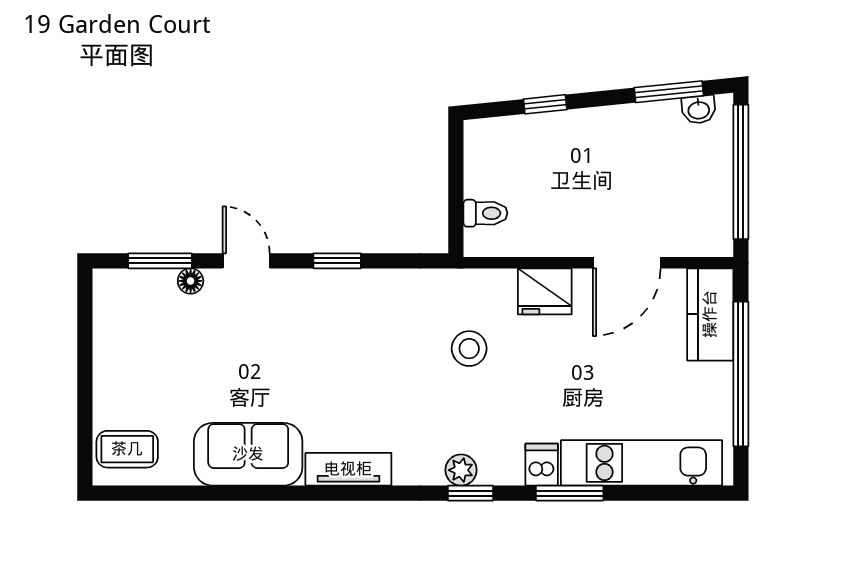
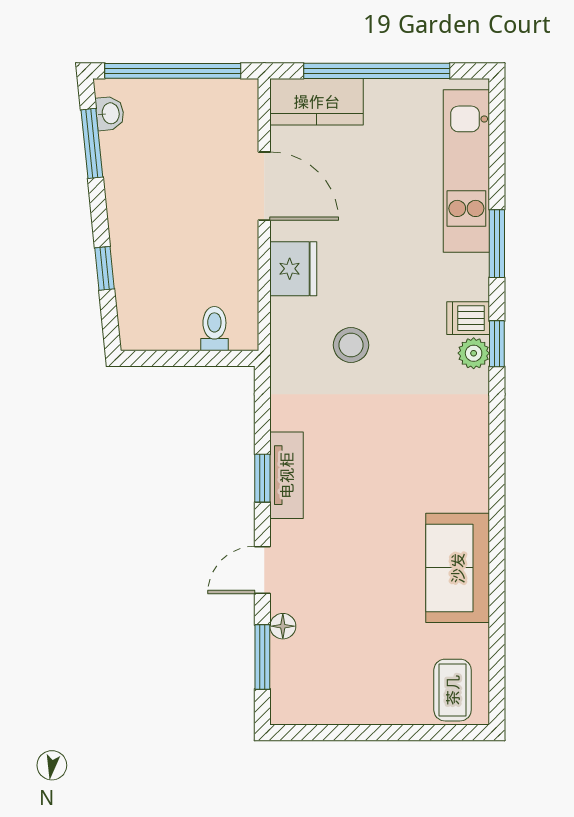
dishwasher: (542, 465) -> (468, 318), moved
tv unit: (348, 469) -> (287, 475), moved, turned 180

